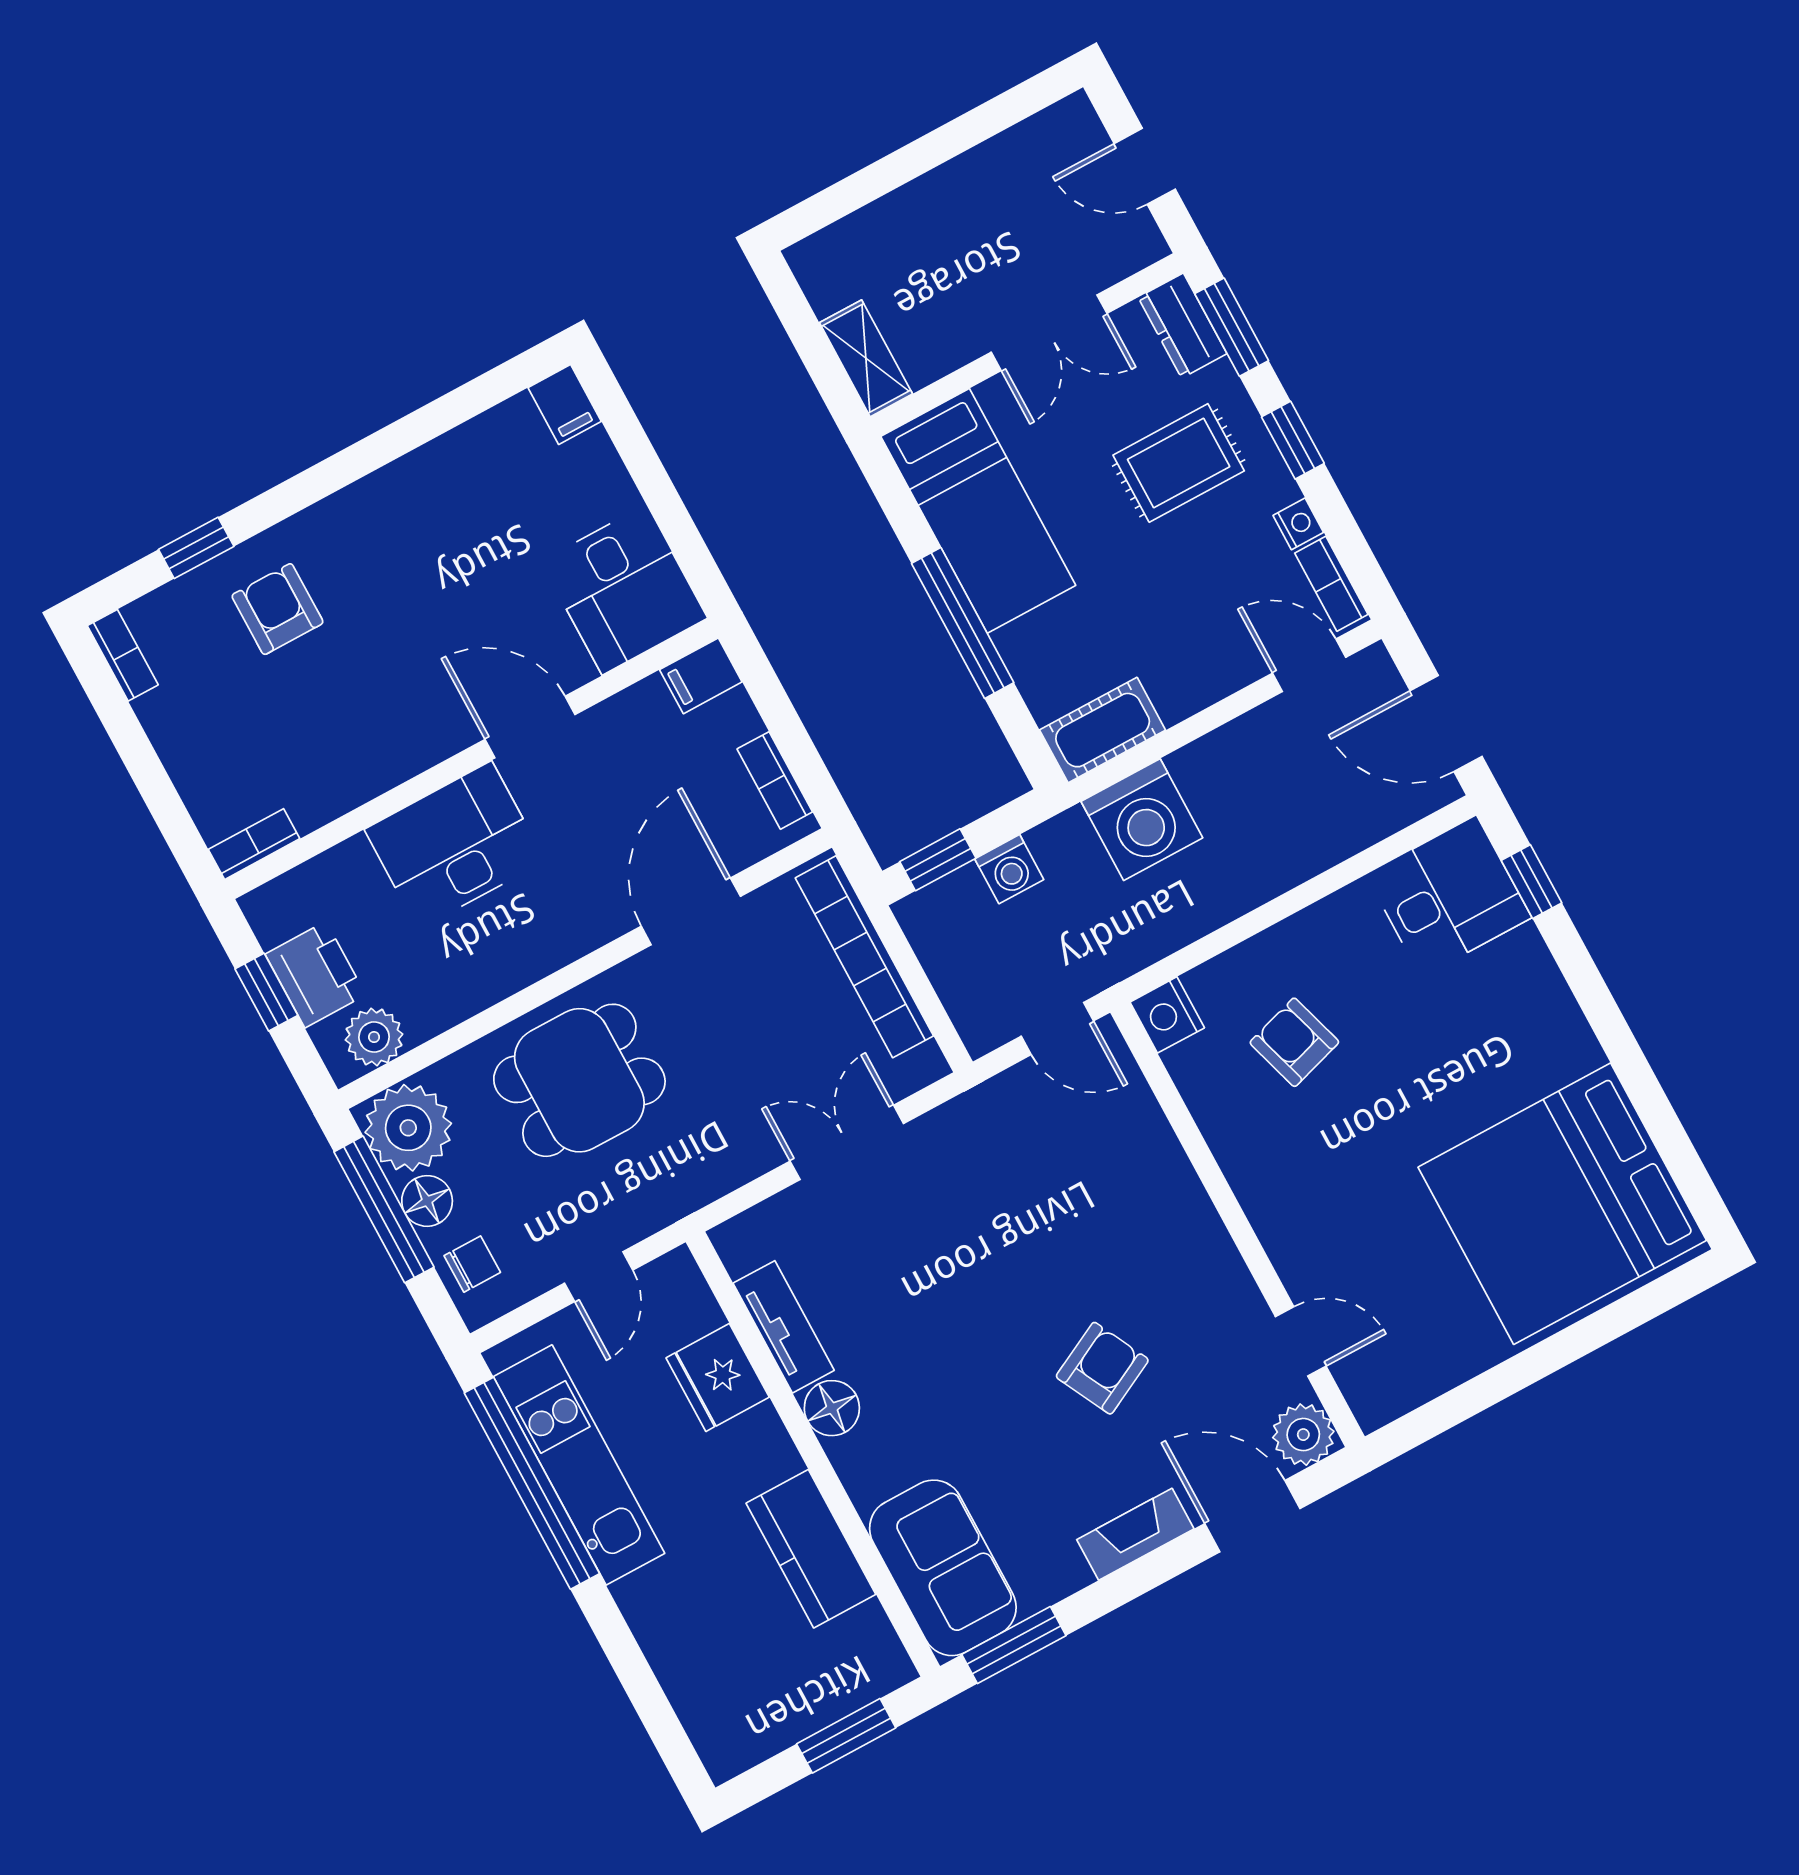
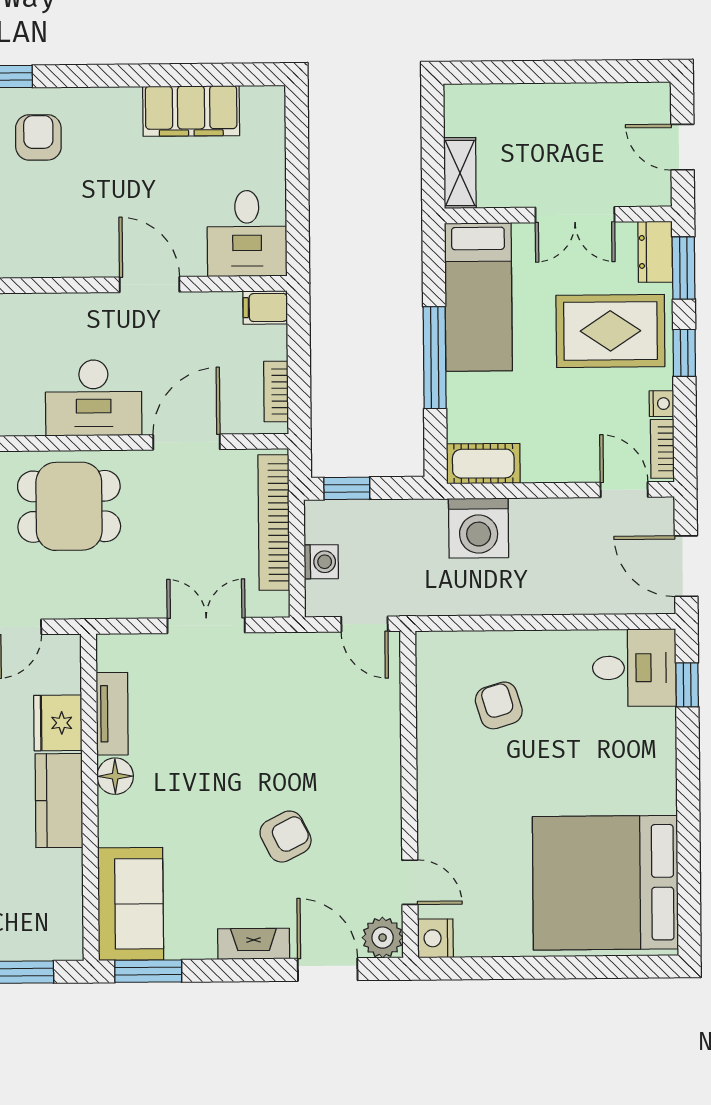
filing cabinet: (565, 404) -> (191, 111), moved, width x3.00, depth x1.17
rug: (1179, 463) -> (610, 331), width x1.36, depth x1.43
desk: (455, 845) -> (94, 398), moved, turned 180
washing machine: (1009, 869) -> (321, 562), moved, turned -90
nightstand: (1167, 1015) -> (435, 938), moved
kitchen counter: (811, 1549) -> (59, 801), moved

